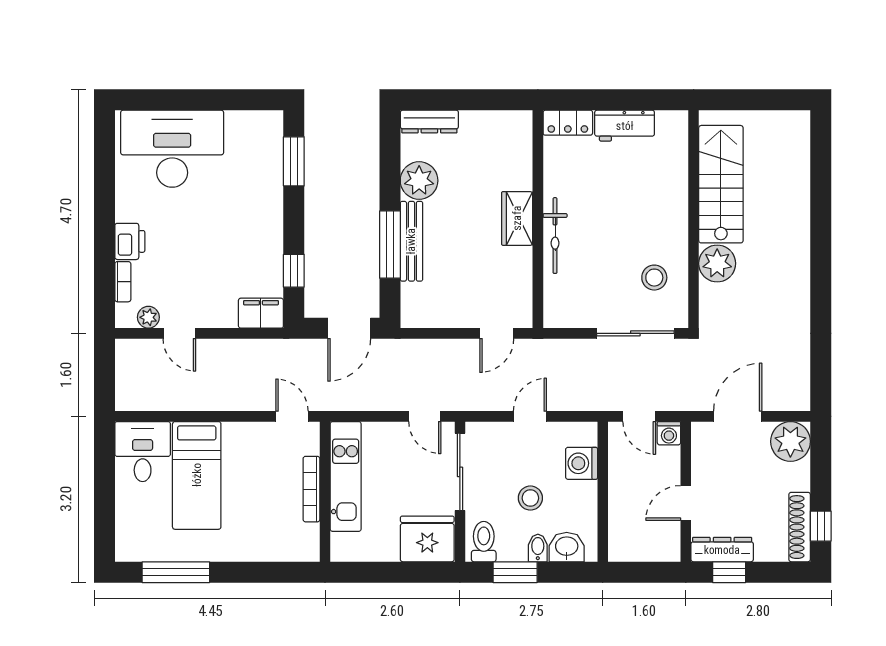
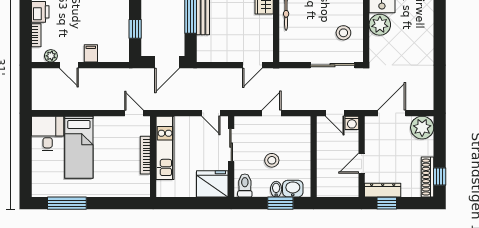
filing cabinet: (261, 313) -> (91, 53), moved, width x0.50
washing machine: (582, 463) -> (301, 140), removed
sliding door: (460, 472) -> (231, 145), width x0.73
window: (515, 572) -> (280, 203), moved

